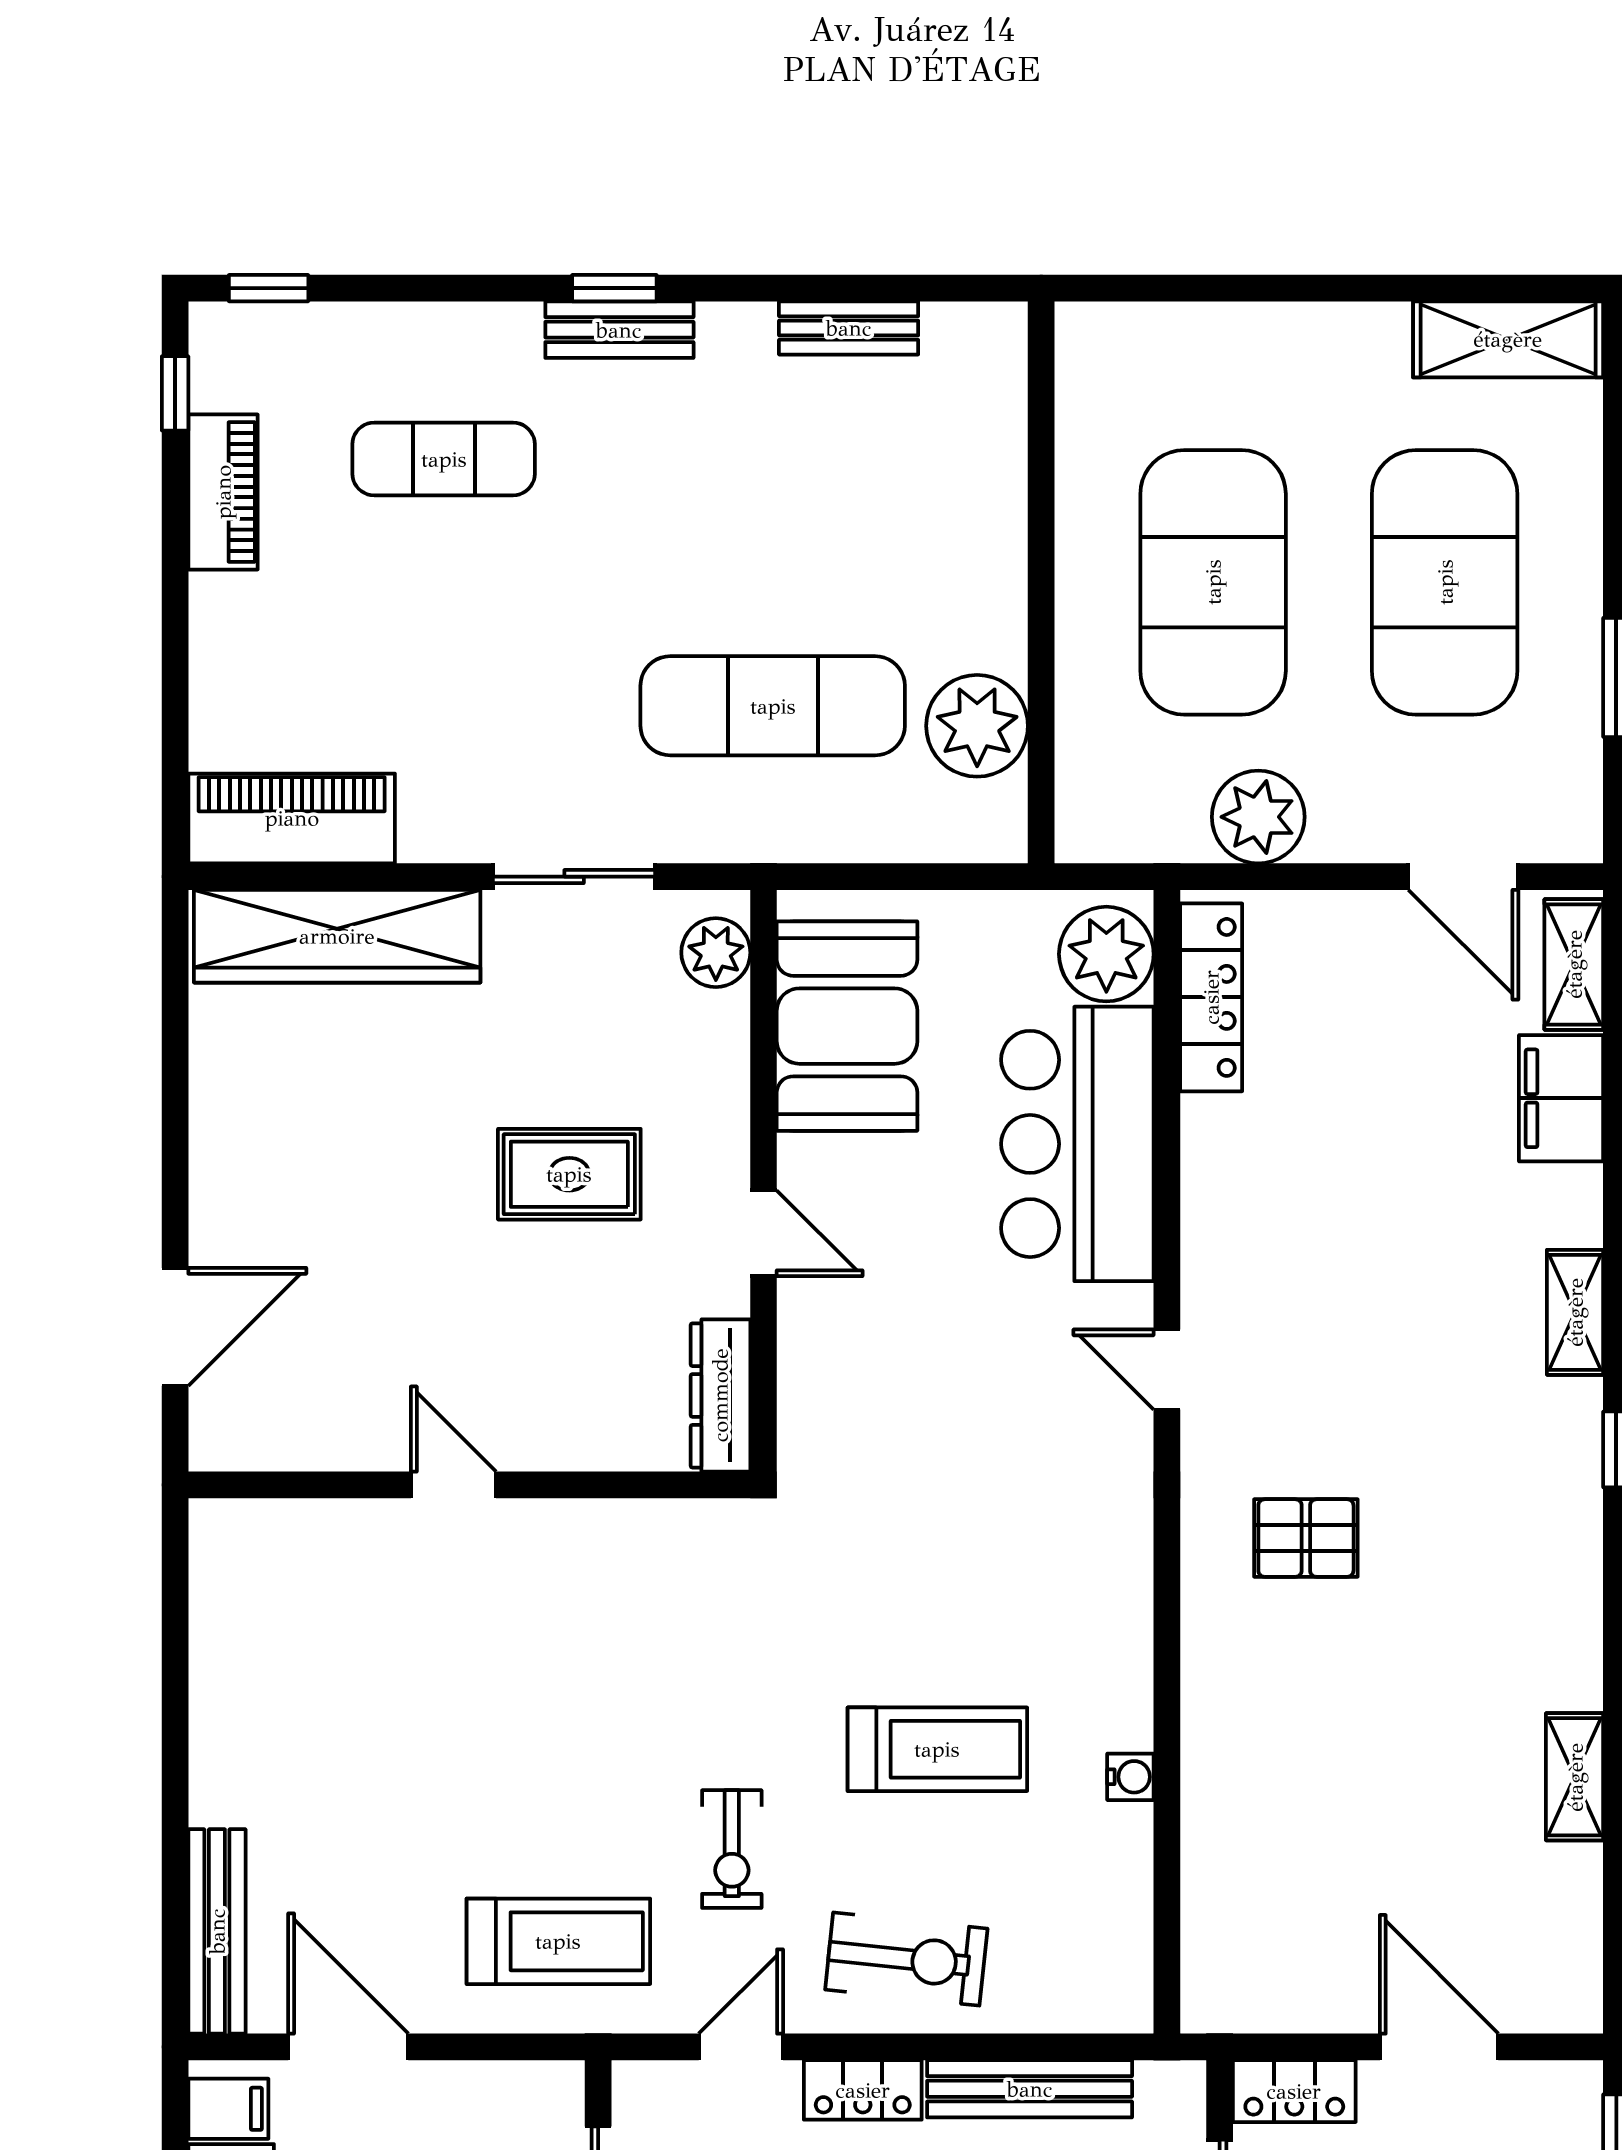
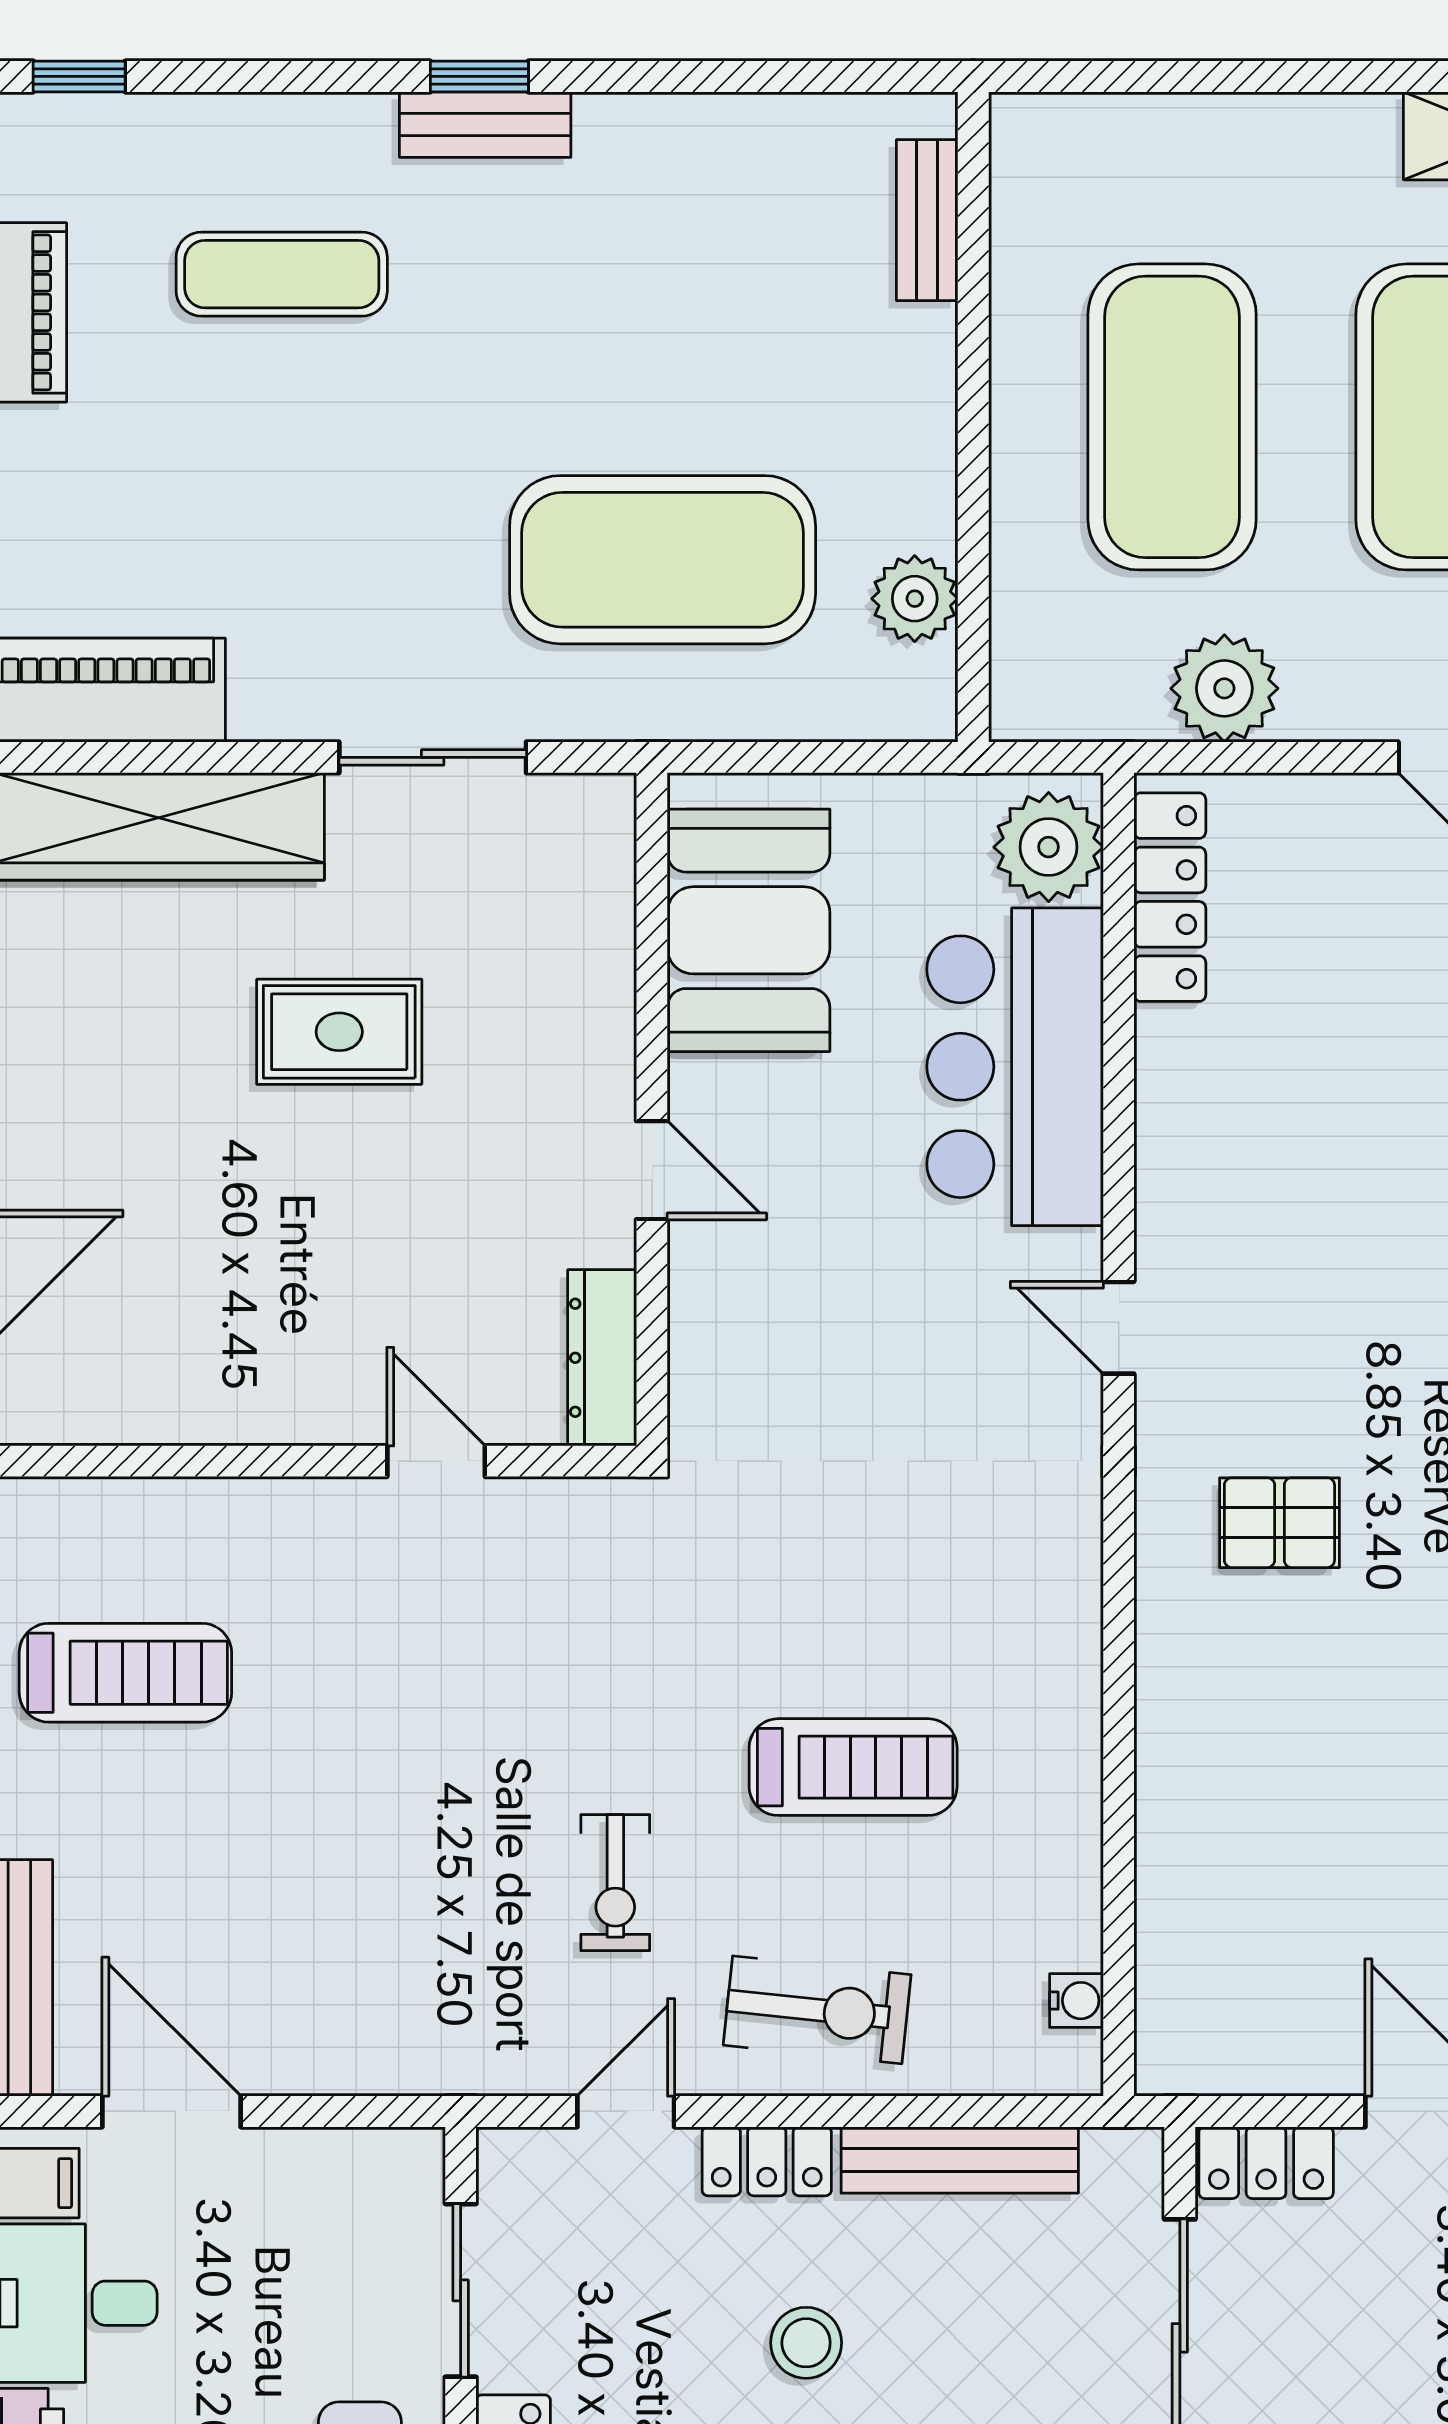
bench: (849, 328) -> (927, 220), moved, turned 90
exercise mat: (773, 706) -> (663, 560), width x1.47
plant: (977, 726) -> (915, 599), width x0.73, depth x0.73
plant: (716, 953) -> (597, 845), removed
rug: (569, 1174) -> (339, 1032), moved
door: (453, 1485) -> (436, 1461), moved
water cooler: (1130, 1777) -> (1076, 2001), moved
treadmill: (558, 1941) -> (125, 1673), moved

